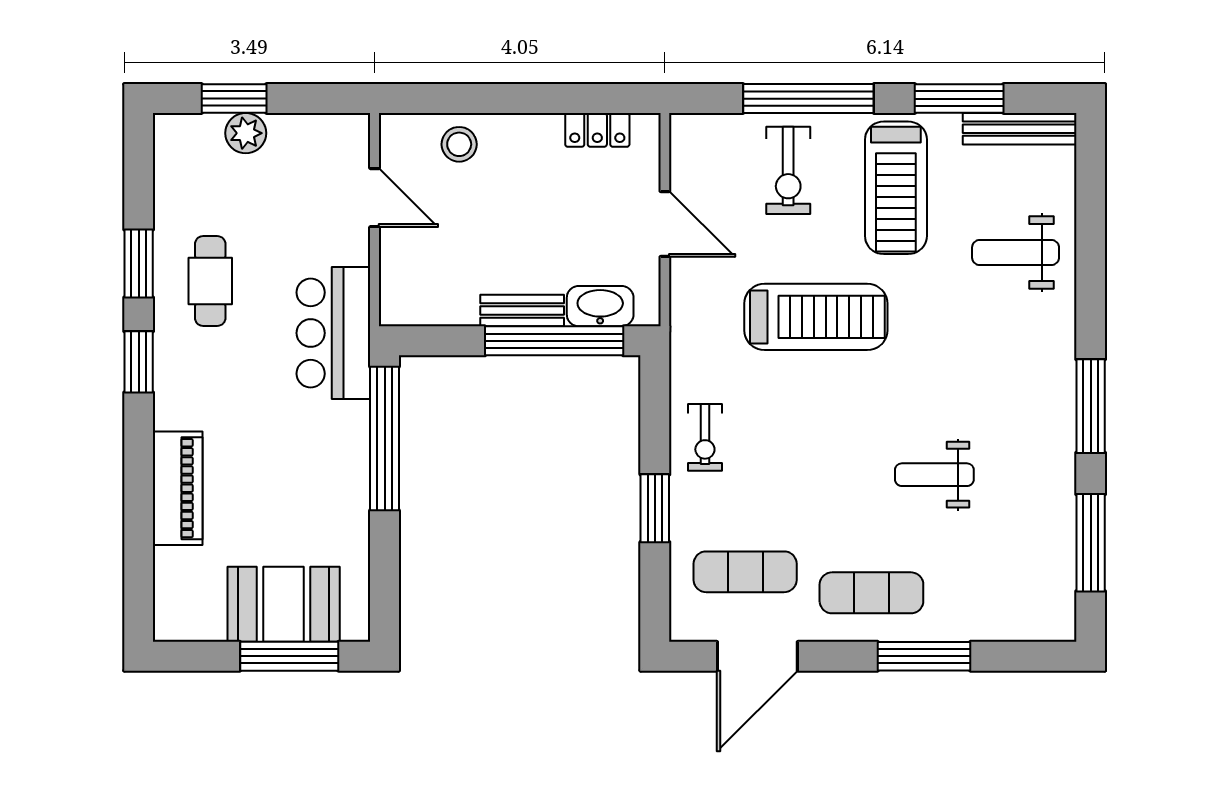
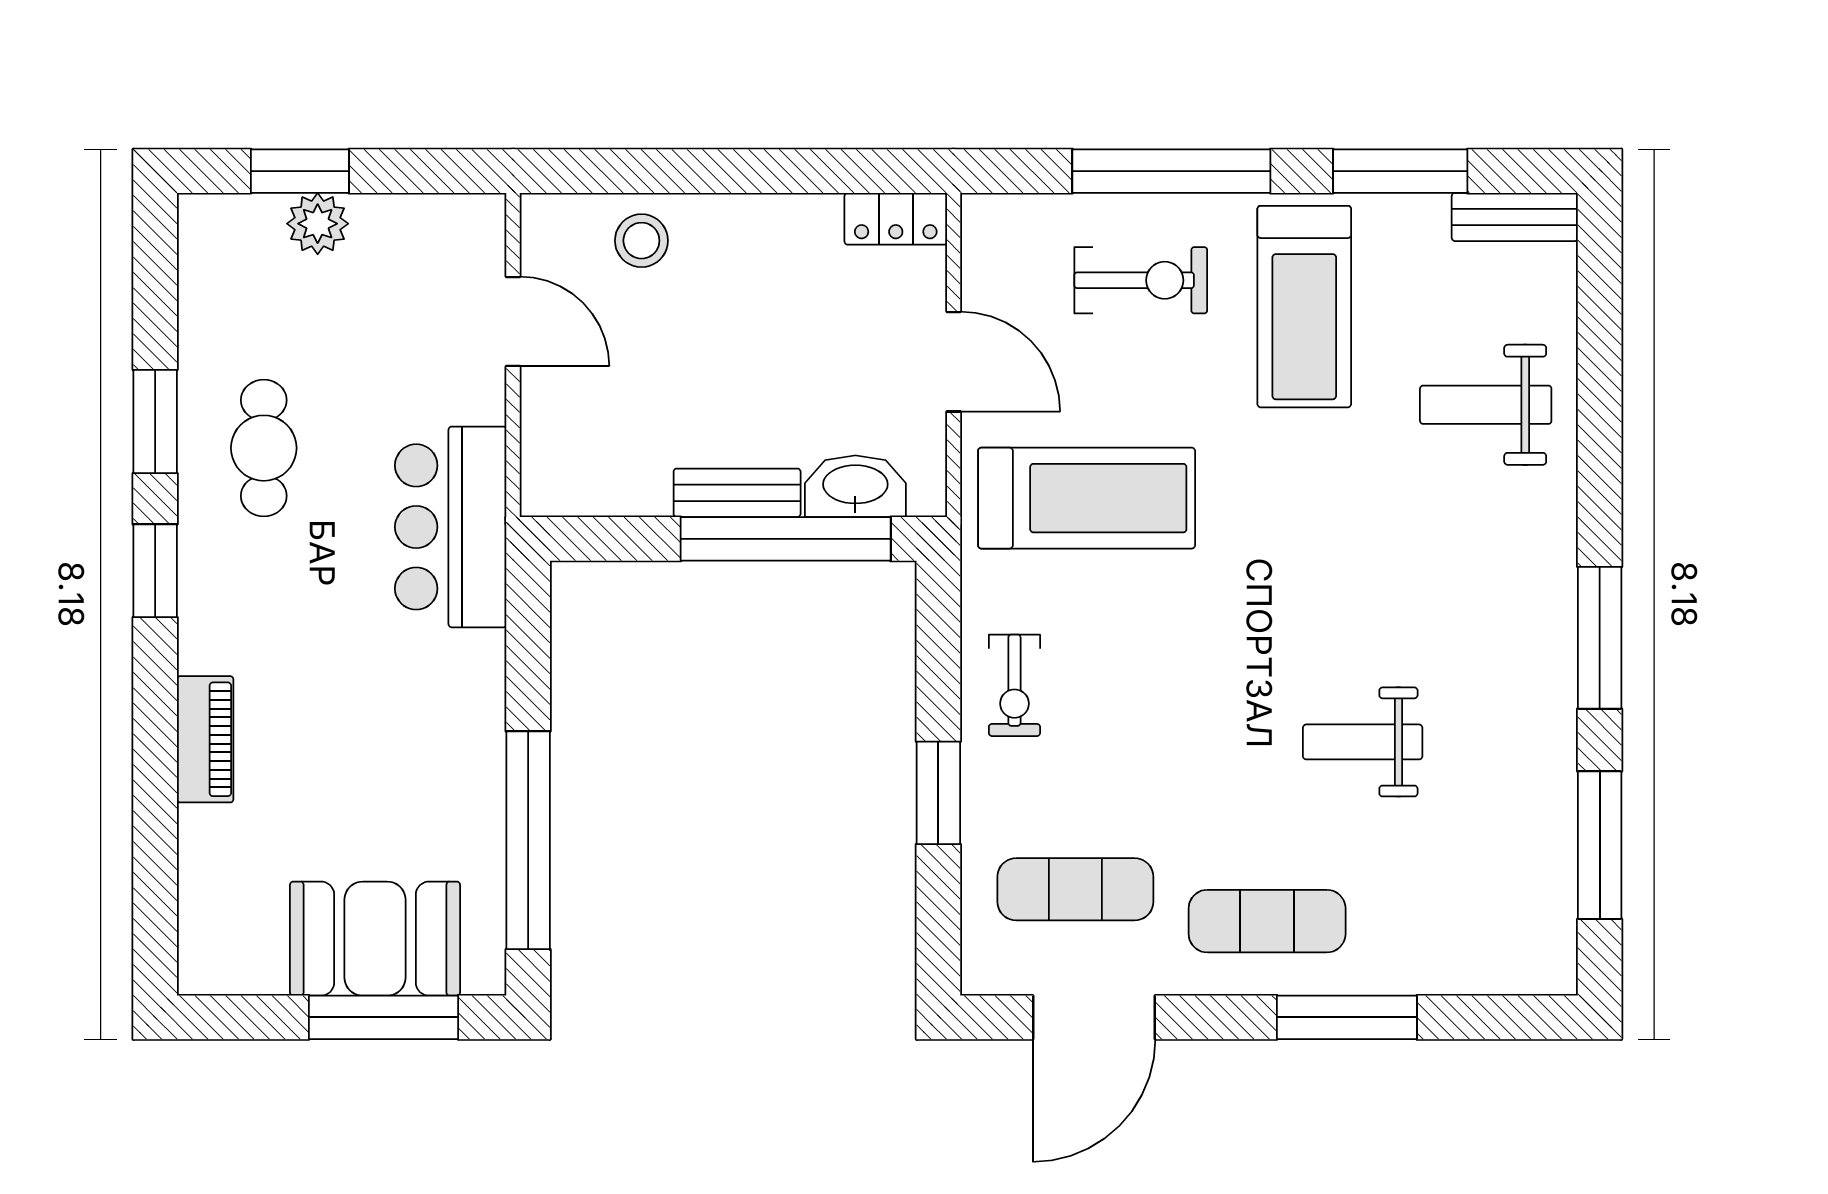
bench: (1020, 129) -> (1515, 217), width x0.73
locker: (597, 130) -> (896, 219), moved
exercise bike: (788, 170) -> (1141, 280), turned -90
treadmill: (816, 317) -> (1087, 498), moved
window: (385, 439) -> (528, 840), moved
piano: (178, 488) -> (205, 739), width x0.73, depth x0.75

